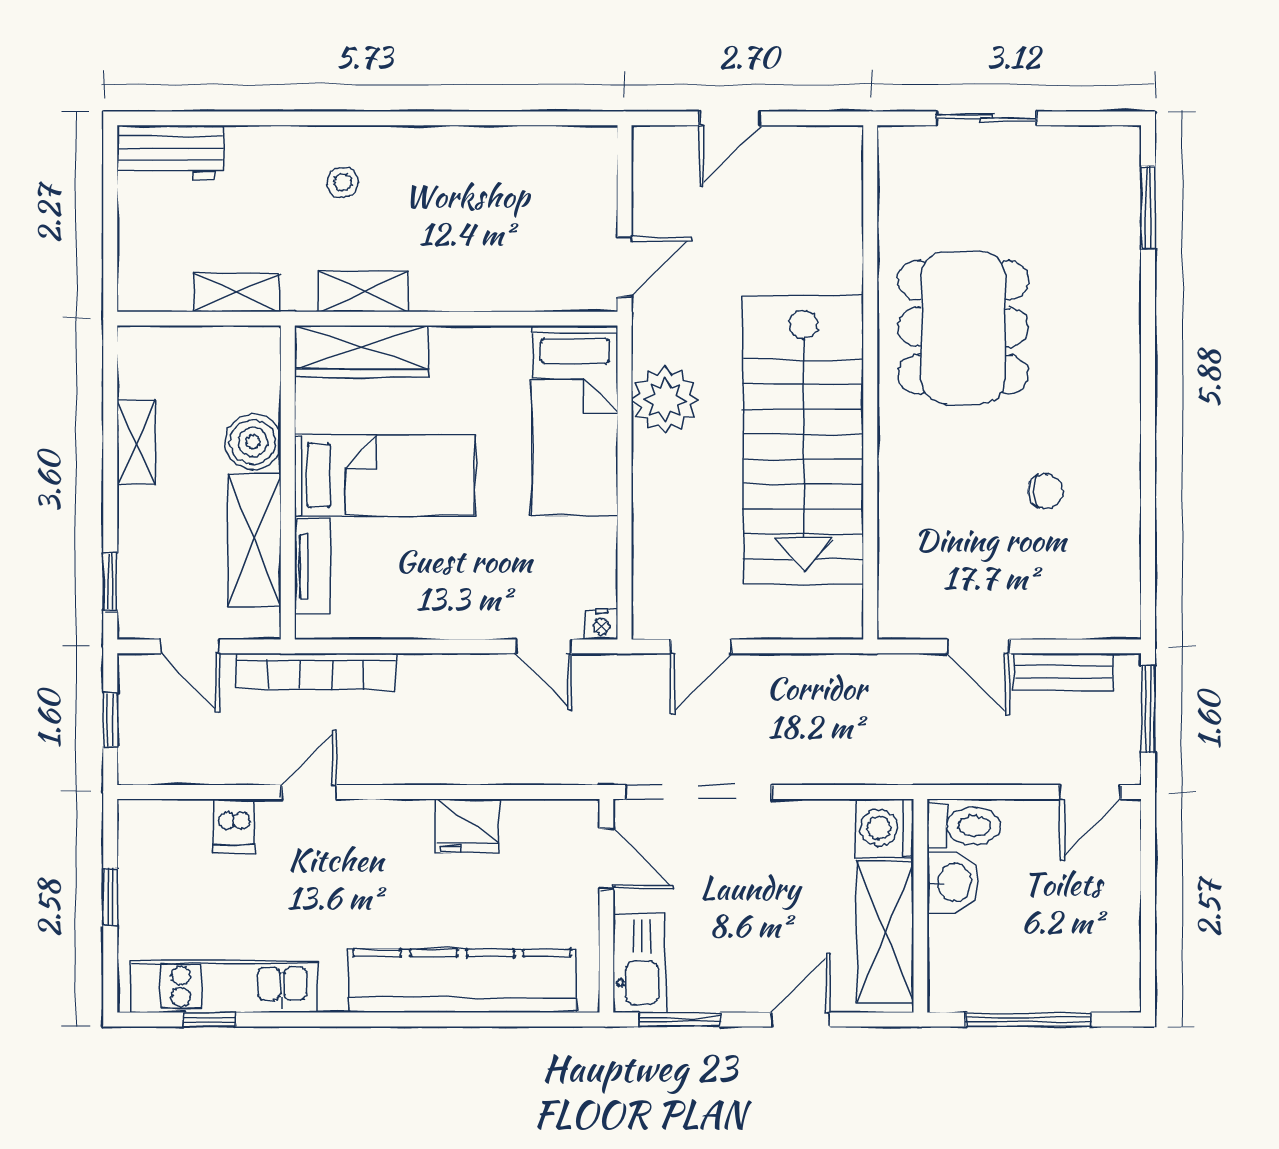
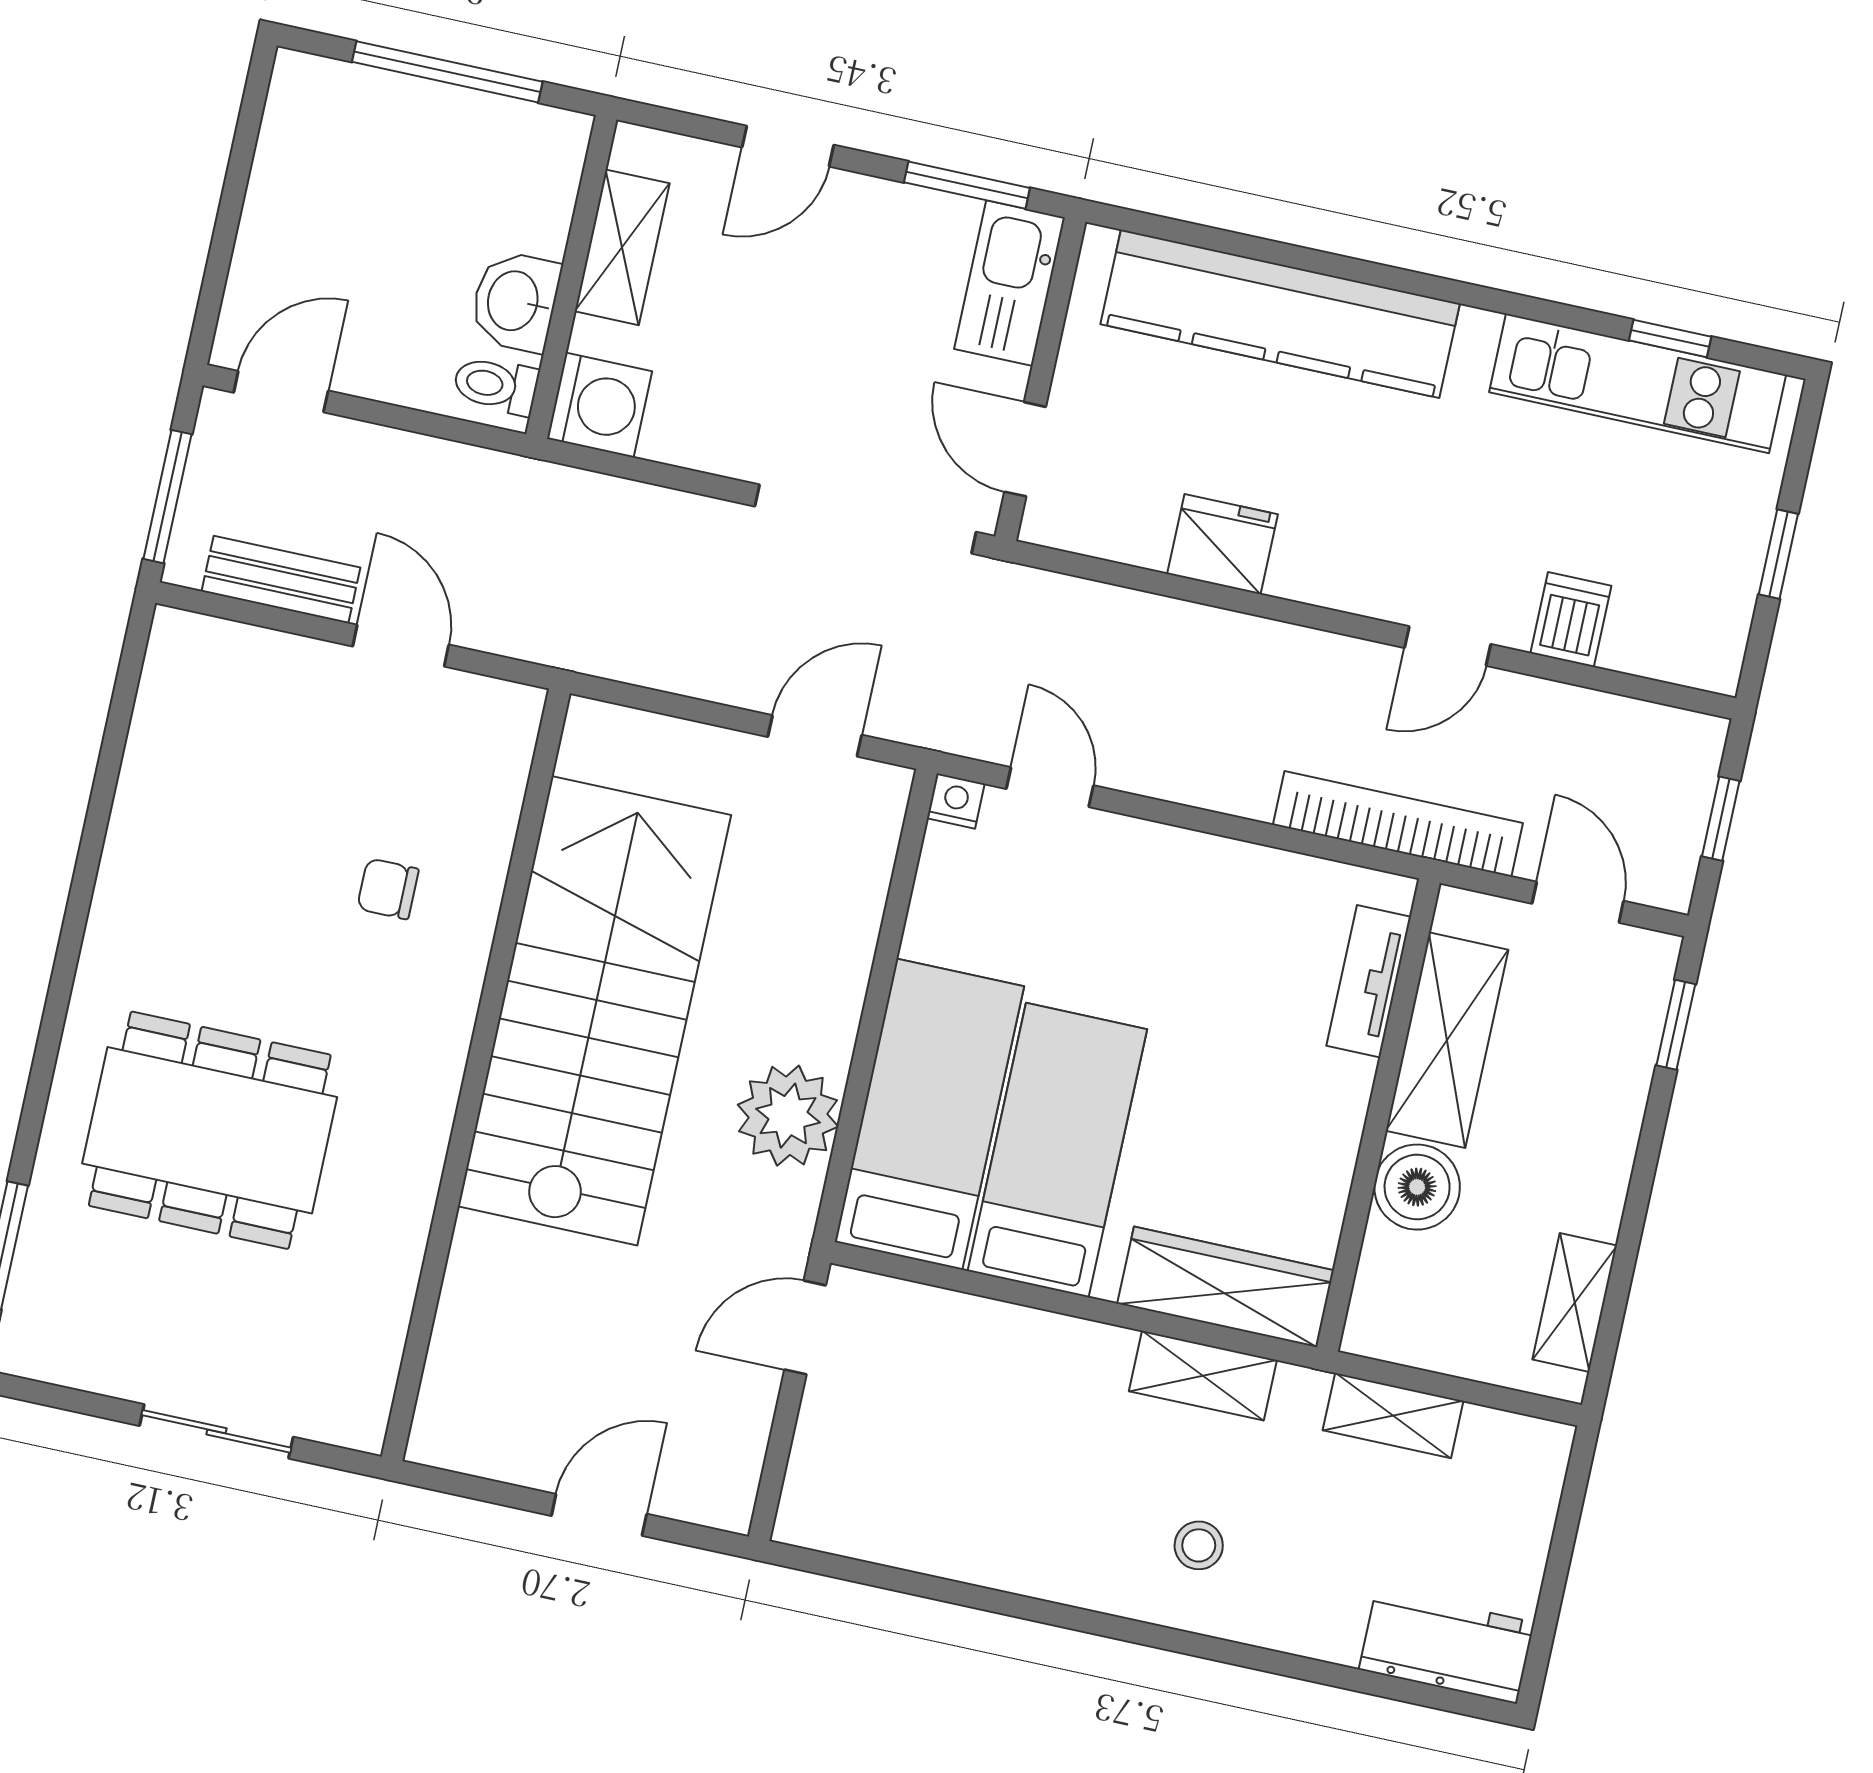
dining table: (963, 327) -> (210, 1130), moved, turned 90
shelving: (136, 443) -> (1575, 1303), moved
bed: (384, 475) -> (1057, 1150), moved, turned 90
chair: (1045, 491) -> (388, 889), moved
toilet: (964, 826) -> (496, 385), width x0.73, depth x0.72
shelving: (885, 932) -> (622, 247), width x0.67, depth x0.75

